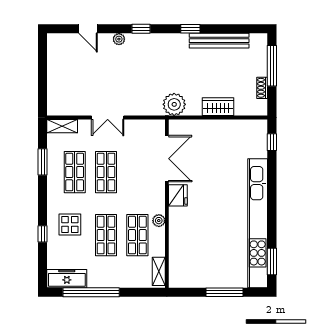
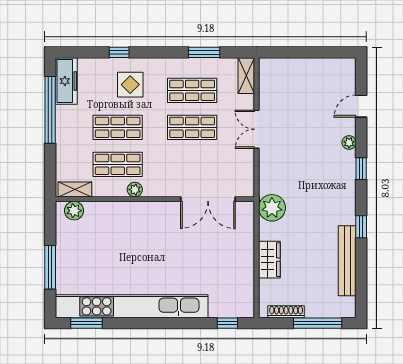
shoe rack: (262, 88) -> (286, 312), width x1.43
fridge: (178, 195) -> (165, 212), removed
plant: (177, 272) -> (74, 211), added

